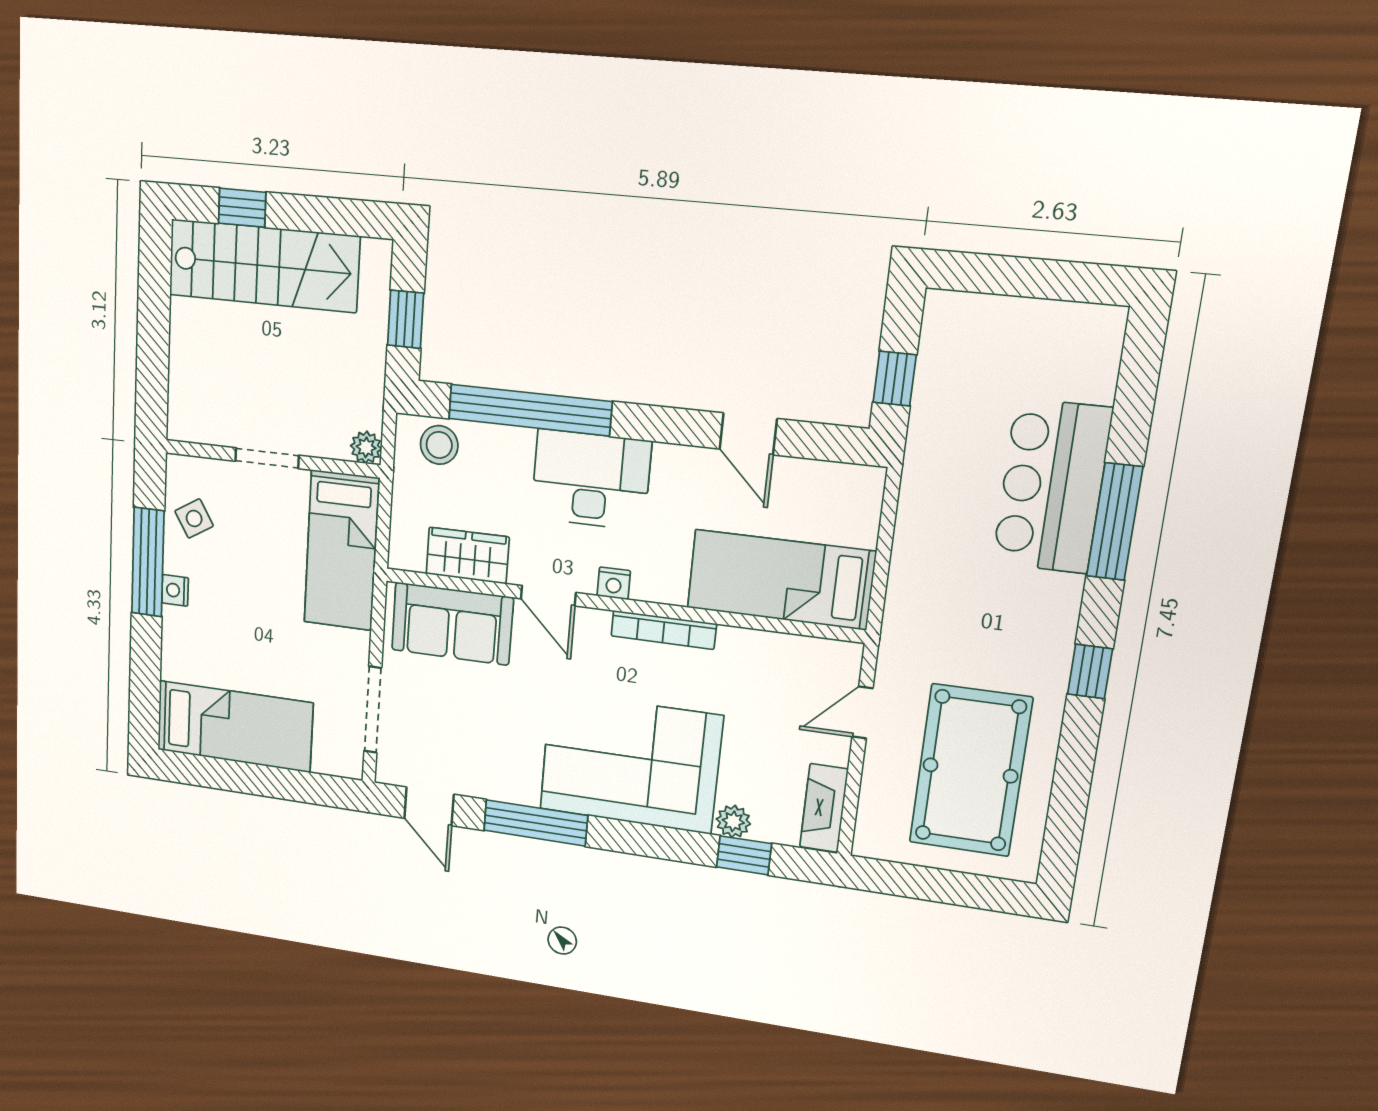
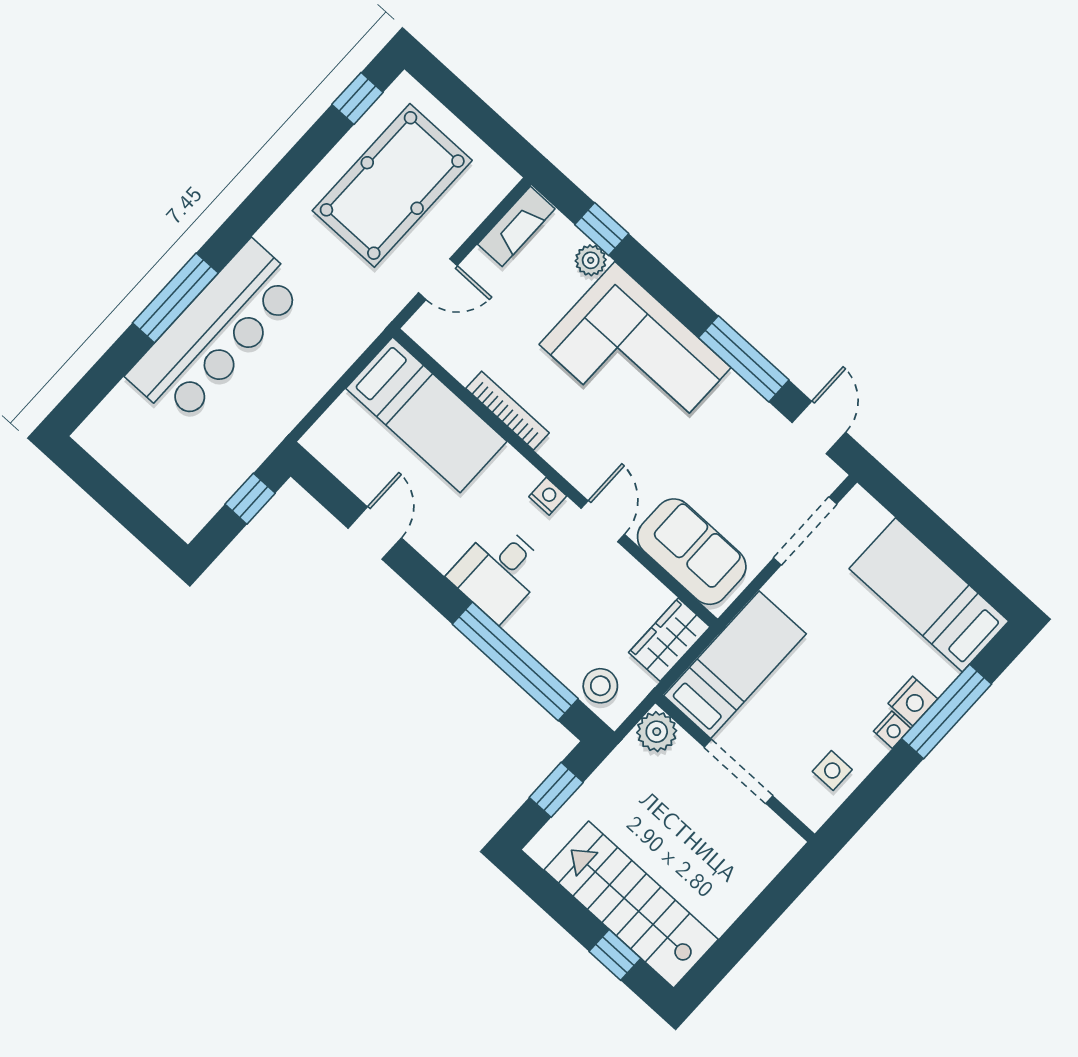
plant: (366, 447) -> (657, 732), width x1.38, depth x1.38
doorway: (267, 458) -> (738, 772), width x1.38
desk: (591, 480) -> (498, 572), width x0.73
bar counter: (1052, 486) -> (216, 332), width x1.36
side table: (194, 518) -> (832, 771), turned 31
wardrobe: (468, 555) -> (669, 640), moved, turned 90
window: (148, 562) -> (947, 711), moved
nightstand: (178, 627) -> (913, 701), added
bookcase: (664, 630) -> (508, 411), moved
window: (1090, 671) -> (357, 98), moved

